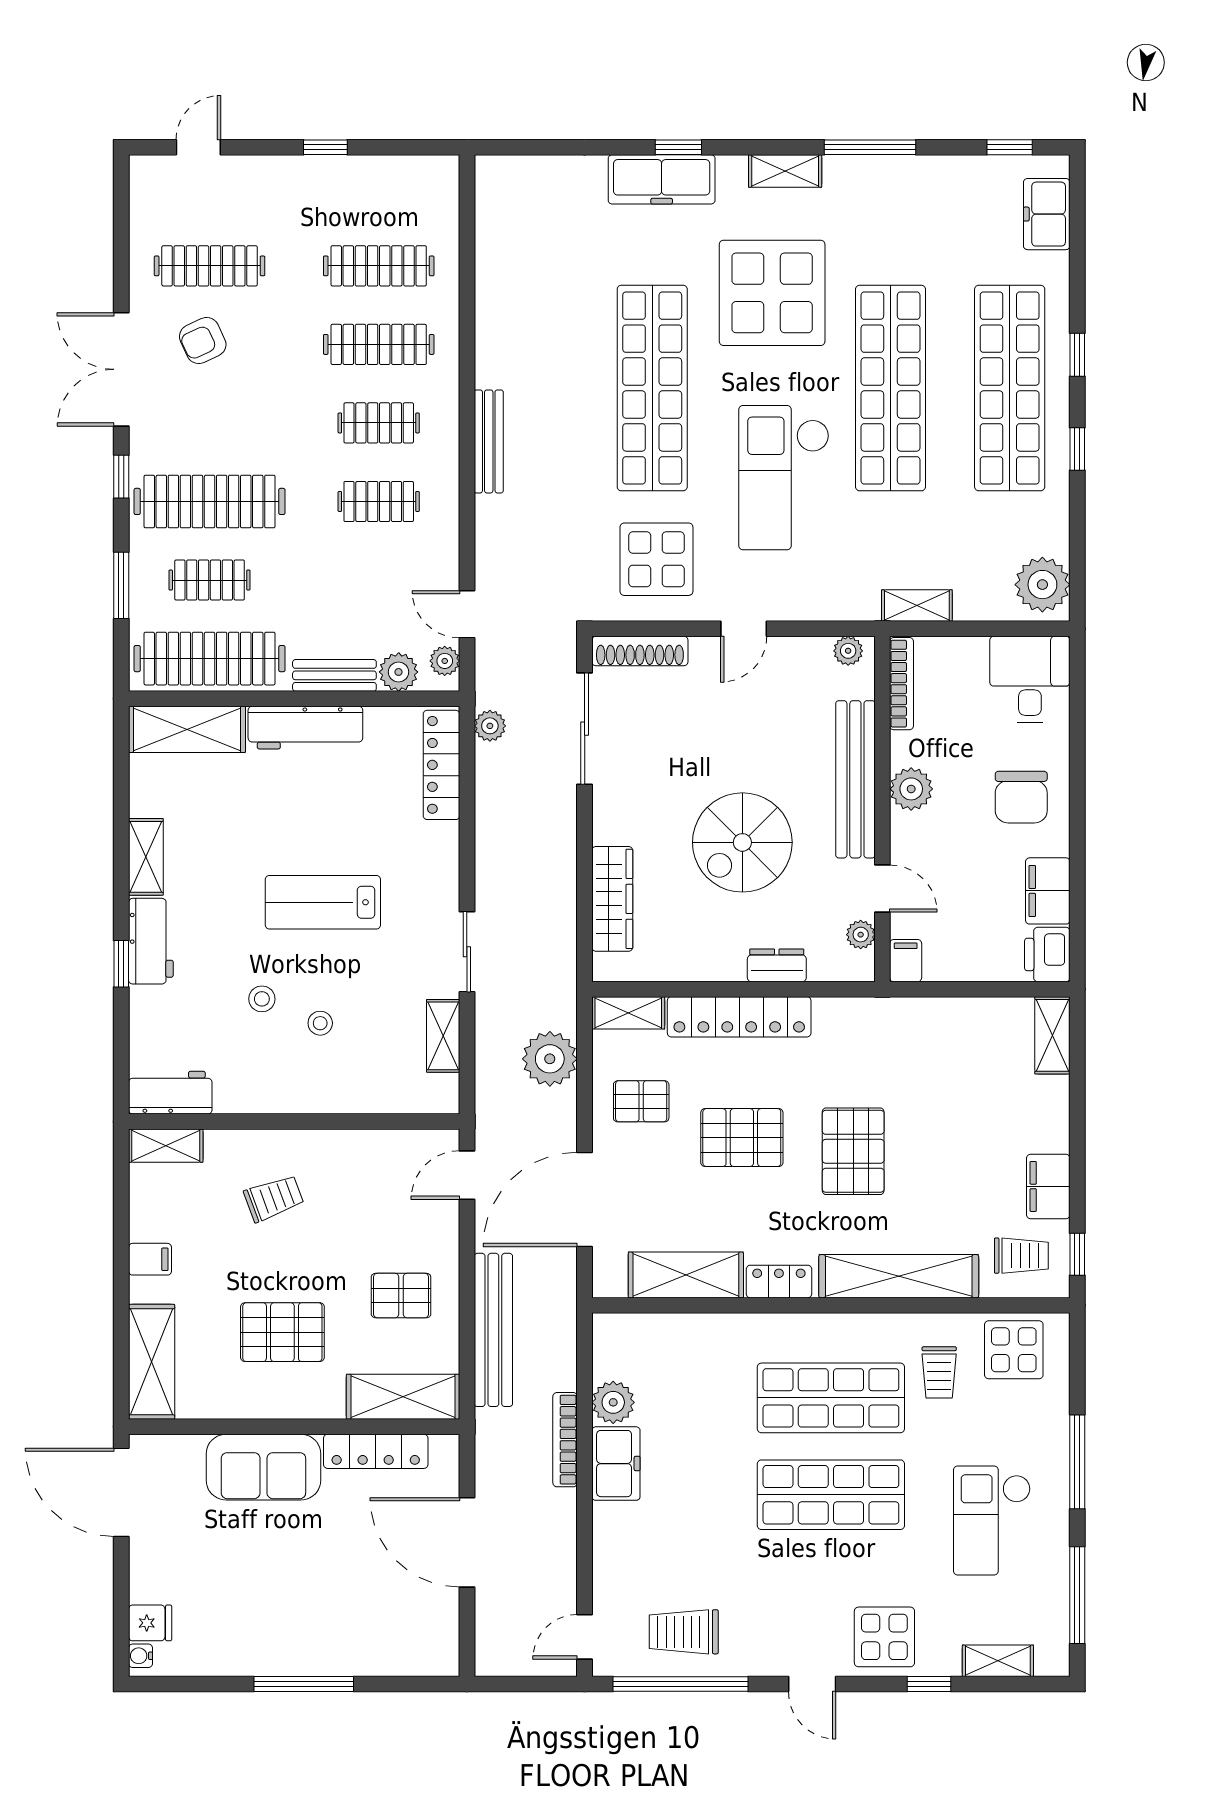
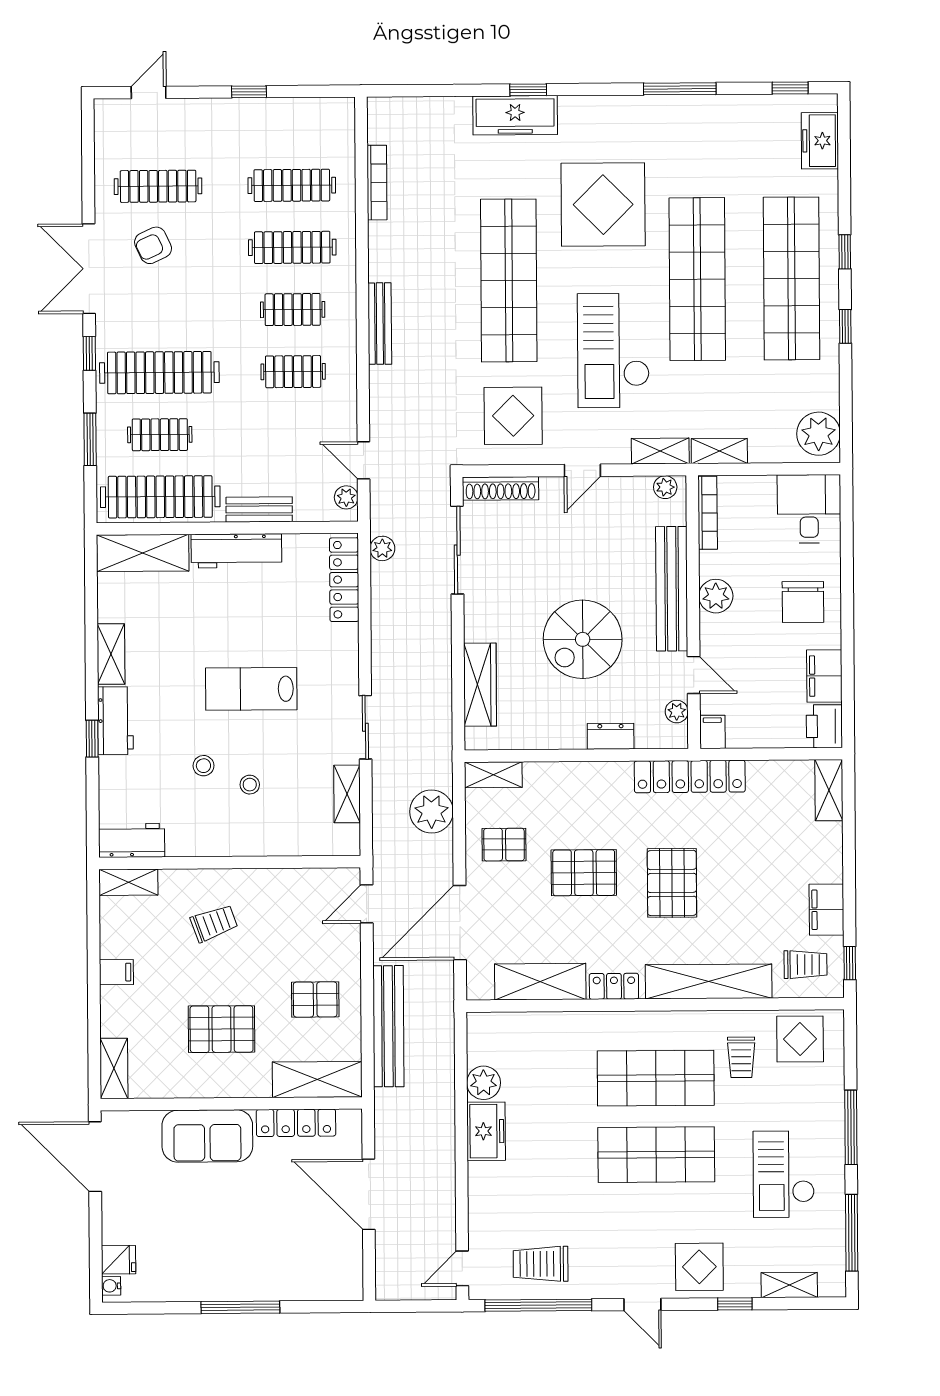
shelving: (785, 171) -> (660, 451), moved
plant: (399, 672) -> (310, 506), removed
locker: (739, 1017) -> (690, 776), moved
shelving: (152, 1362) -> (114, 1068), width x0.67, depth x0.75
bookcase: (565, 1440) -> (377, 183), moved, turned 180

